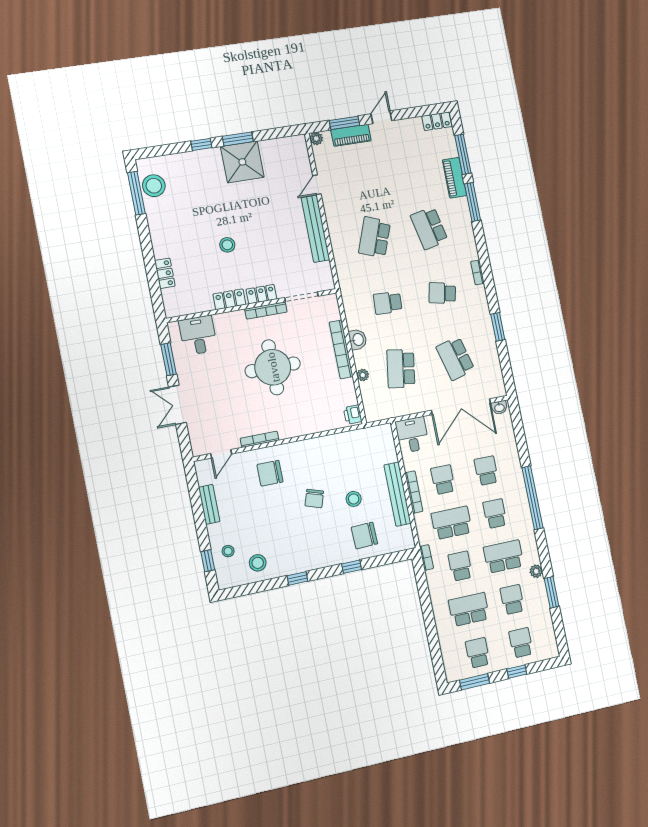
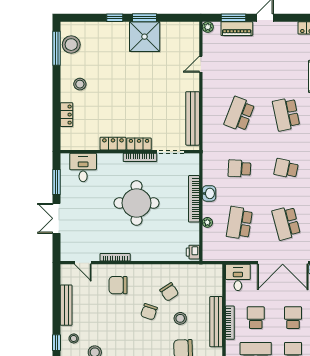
bench: (315, 229) -> (193, 118), moved
stool: (227, 245) -> (80, 84), moved
door: (221, 454) -> (83, 263), hinge flipped
chair: (334, 469) -> (169, 292), added
bench: (209, 504) -> (66, 305), width x1.36

